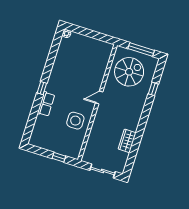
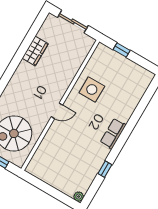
window: (42, 88) -> (105, 169), moved
row of seats: (46, 104) -> (113, 134), moved

